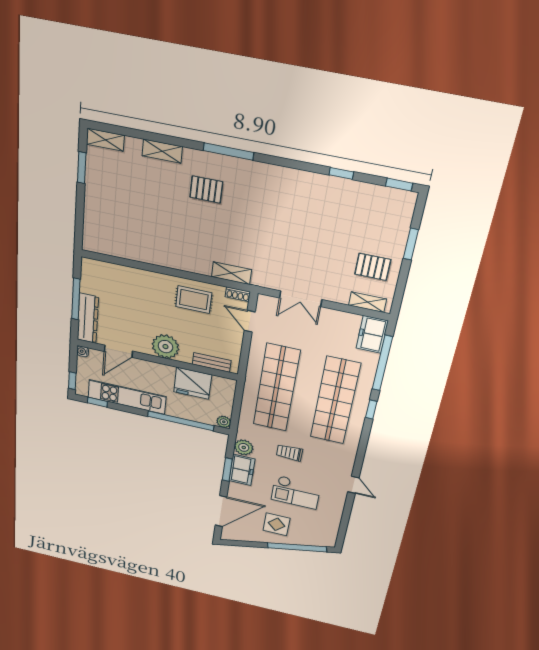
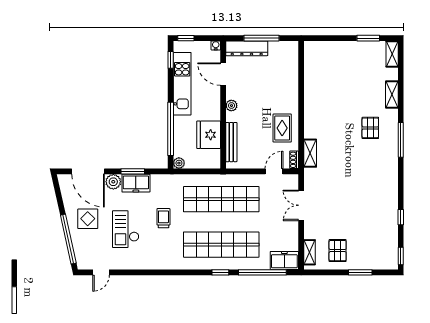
plant: (165, 347) -> (231, 106), width x0.53, depth x0.53
bench: (212, 362) -> (231, 142), width x1.36
plant: (244, 447) -> (113, 182), moved
door: (353, 485) -> (101, 272), moved

